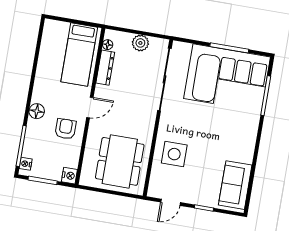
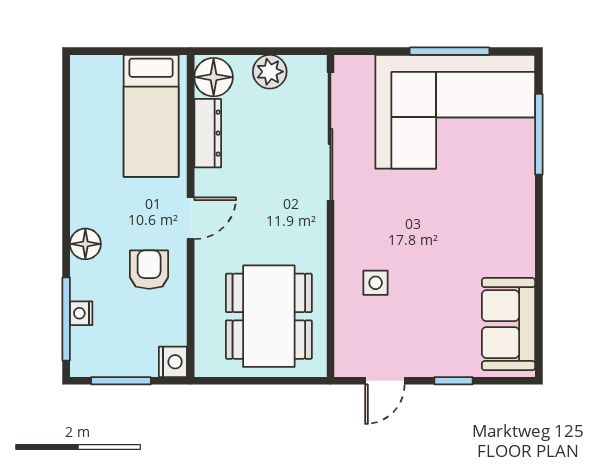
floor lamp: (108, 45) -> (214, 77), width x1.89, depth x1.89
side table: (174, 154) -> (376, 283), width x0.54, depth x0.54
nightstand: (26, 164) -> (81, 313), moved

